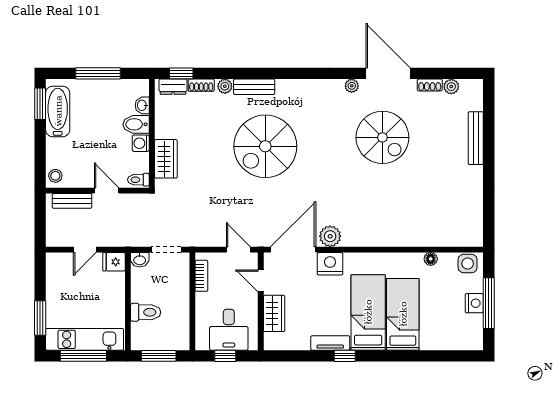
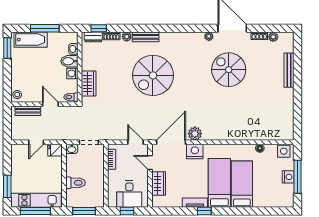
bathtub: (58, 111) -> (31, 40), moved, turned 90
spiral stairs: (382, 137) -> (229, 70), turned 180

